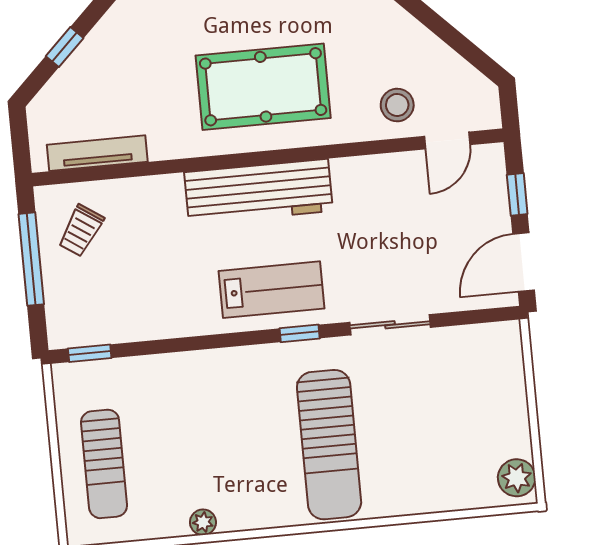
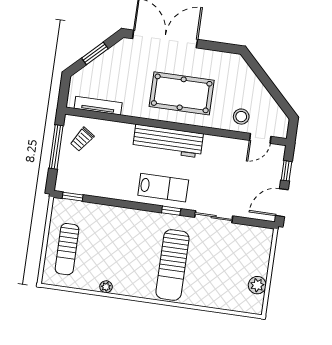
window: (65, 47) -> (95, 53), width x1.50
plant: (517, 478) -> (257, 285), moved

